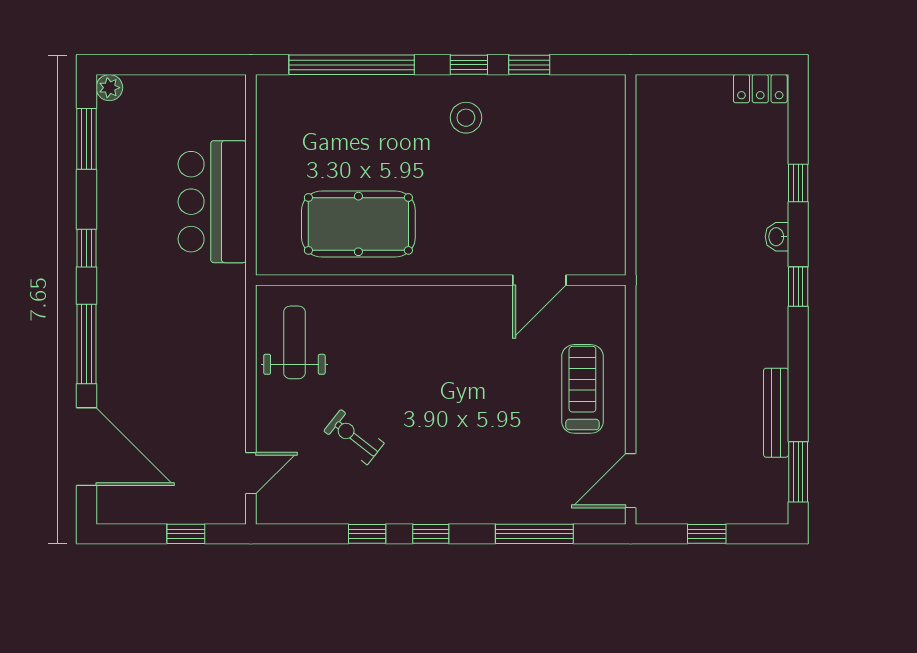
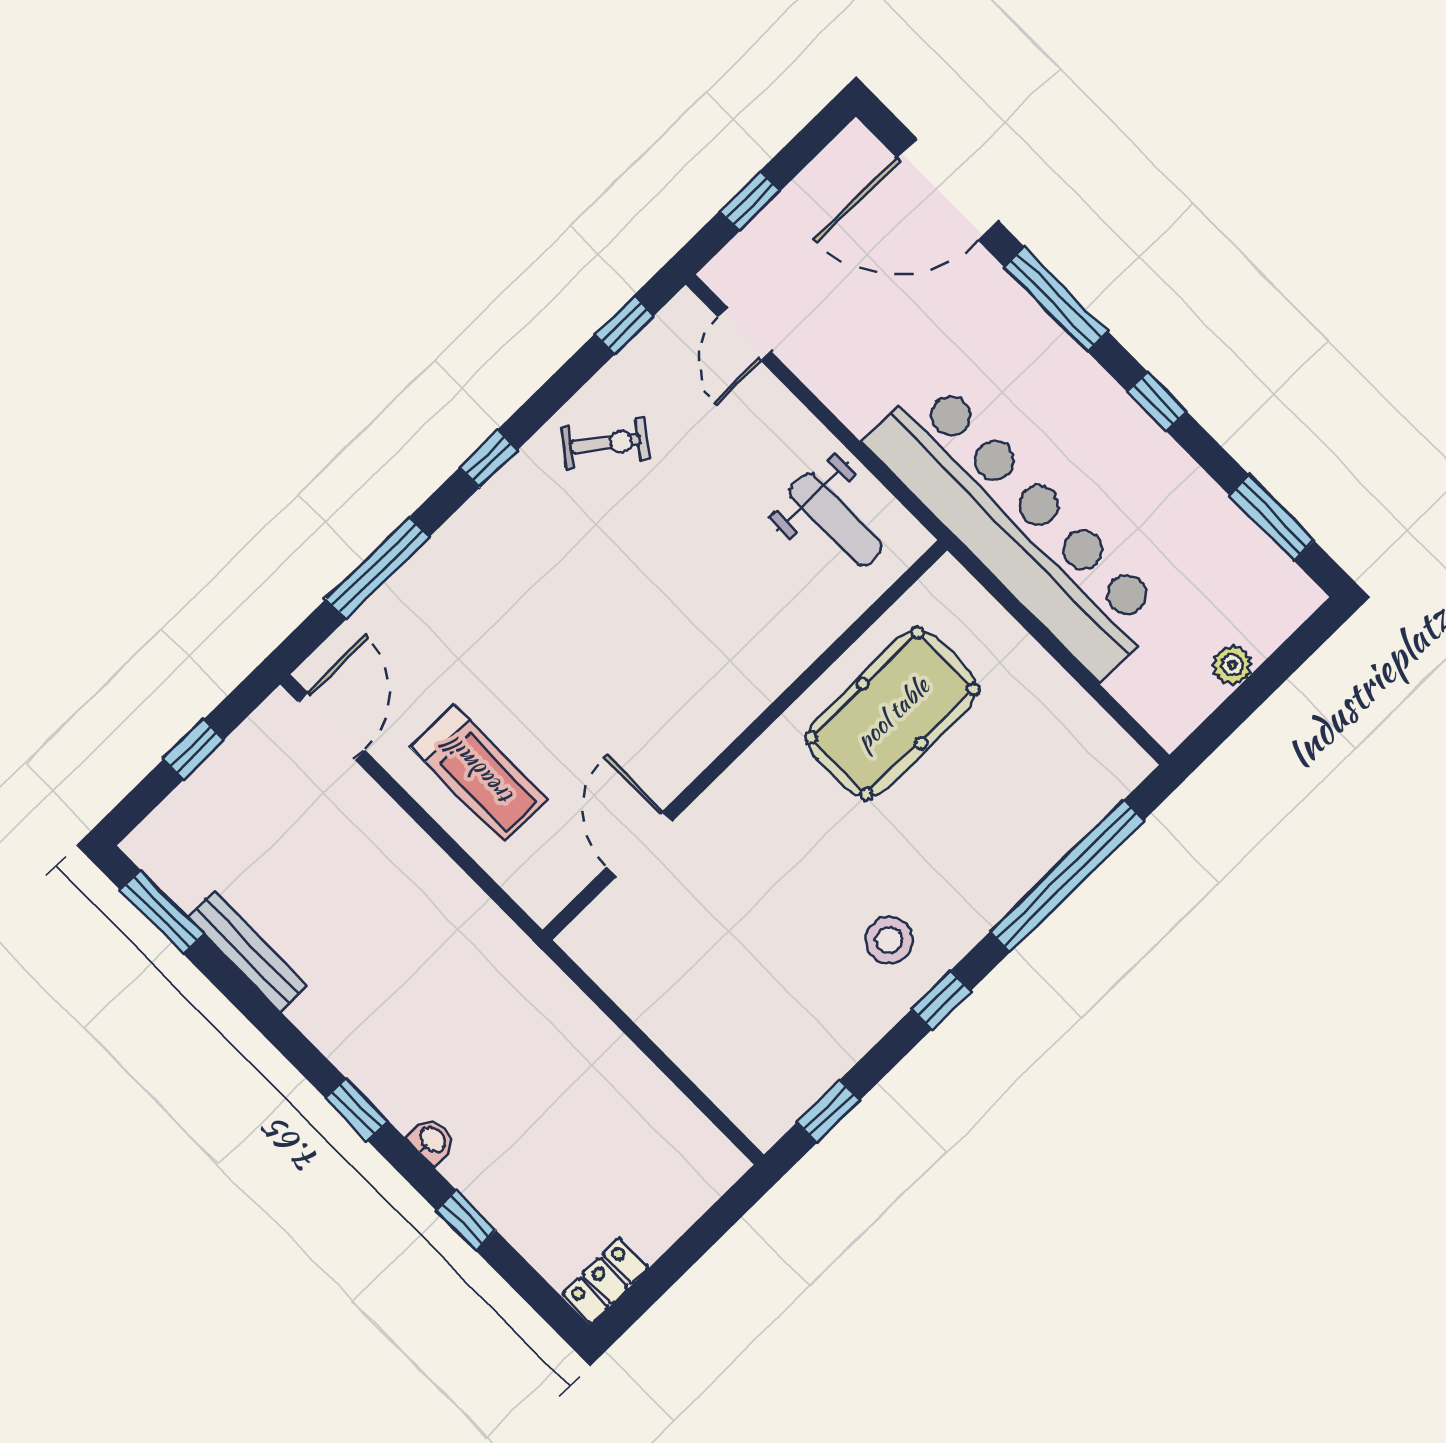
window: (529, 65) -> (829, 1111), moved
plant: (109, 88) -> (1232, 665), moved
bar counter: (212, 202) -> (1016, 527), width x1.86
exercise bike: (354, 437) -> (605, 444), moved
window: (367, 534) -> (624, 325), moved

